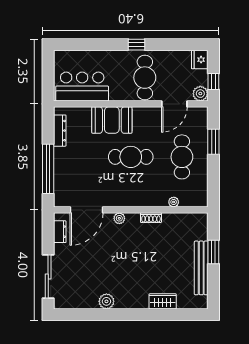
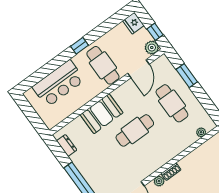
bar counter: (82, 87) -> (58, 83), moved, turned 180
dresser: (60, 131) -> (67, 145), width x0.70
plant: (174, 202) -> (201, 132), moved
shoe rack: (151, 218) -> (171, 172), moved

